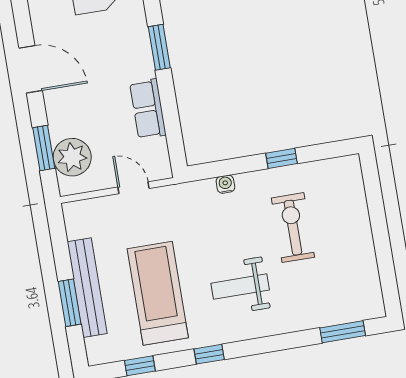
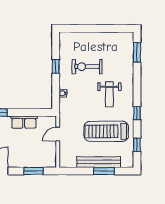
plant: (72, 157) -> (40, 159), removed

